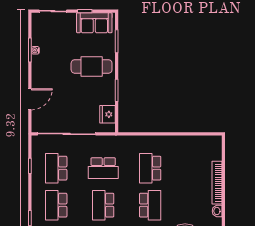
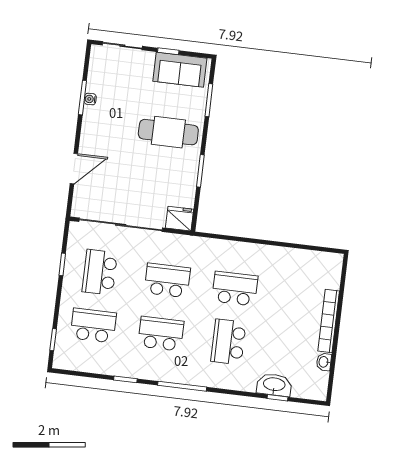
fridge: (108, 114) -> (179, 219), moved, turned 90
school desk: (103, 168) -> (167, 280), turned 180
school desk: (150, 168) -> (235, 289), turned 90
school desk: (56, 205) -> (93, 325), turned 90
school desk: (103, 205) -> (161, 334), turned 90
school desk: (150, 205) -> (228, 342), turned 180

